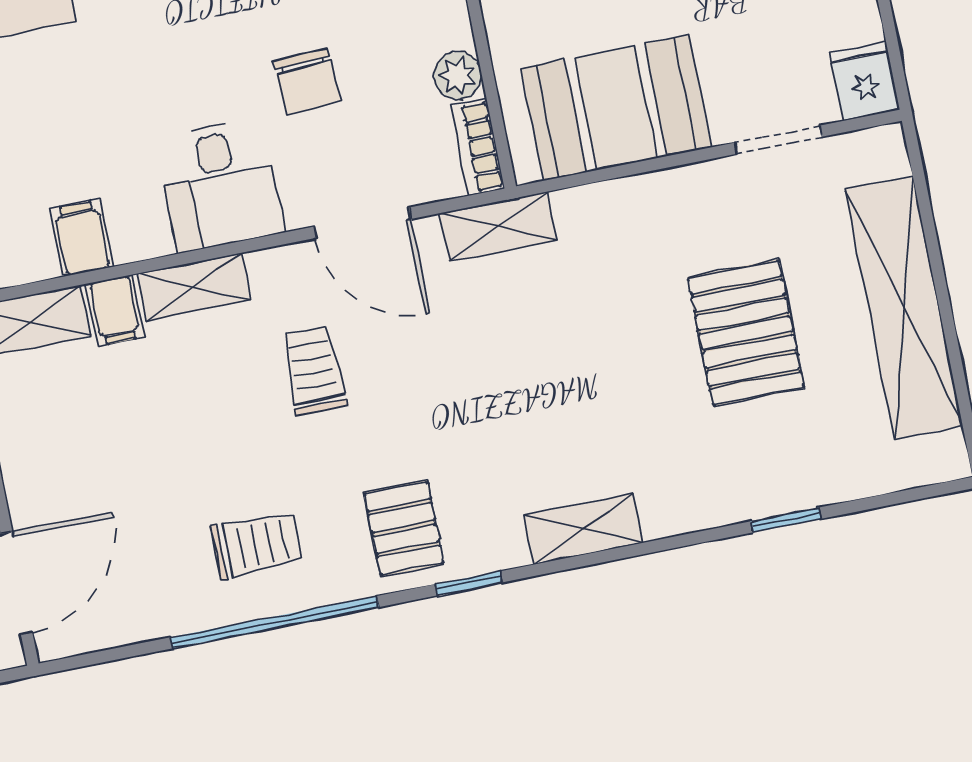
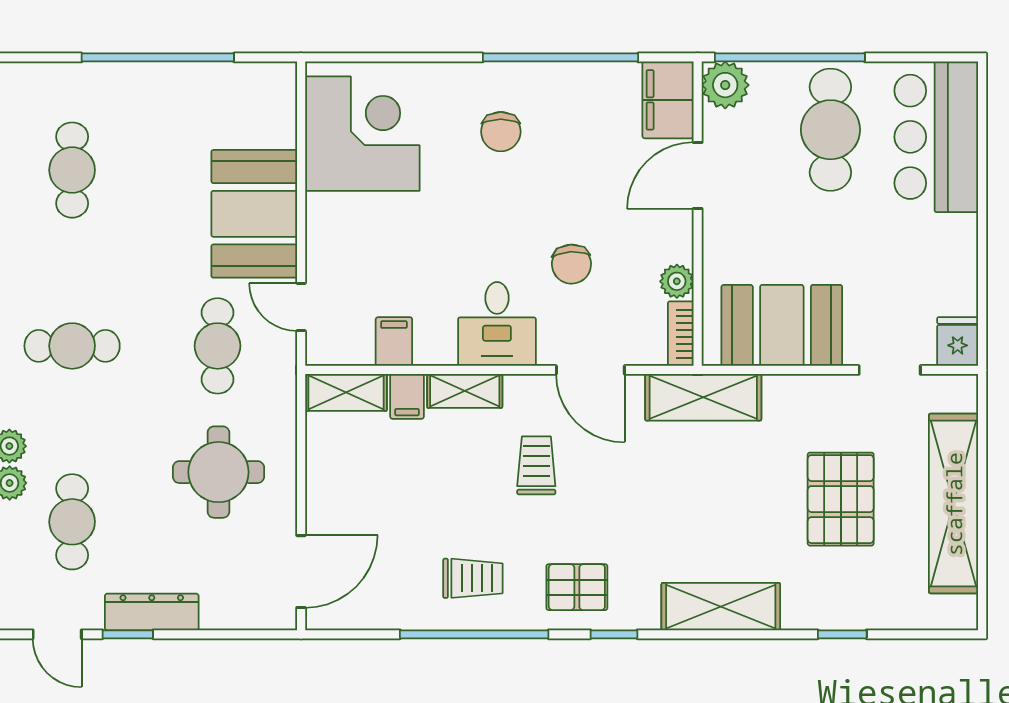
shelving: (498, 227) -> (703, 397), width x1.50, depth x1.33
pallet: (404, 528) -> (577, 587), turned 90
shelving: (583, 529) -> (721, 607), width x1.50, depth x1.33

